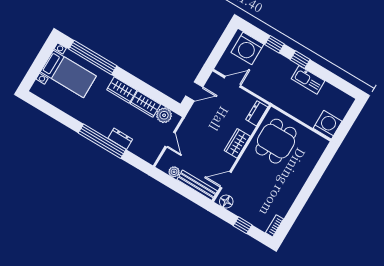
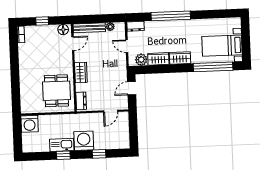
washing machine: (247, 48) -> (84, 141), moved
window: (300, 60) -> (63, 155), moved
dresser: (120, 139) -> (136, 26), moved

